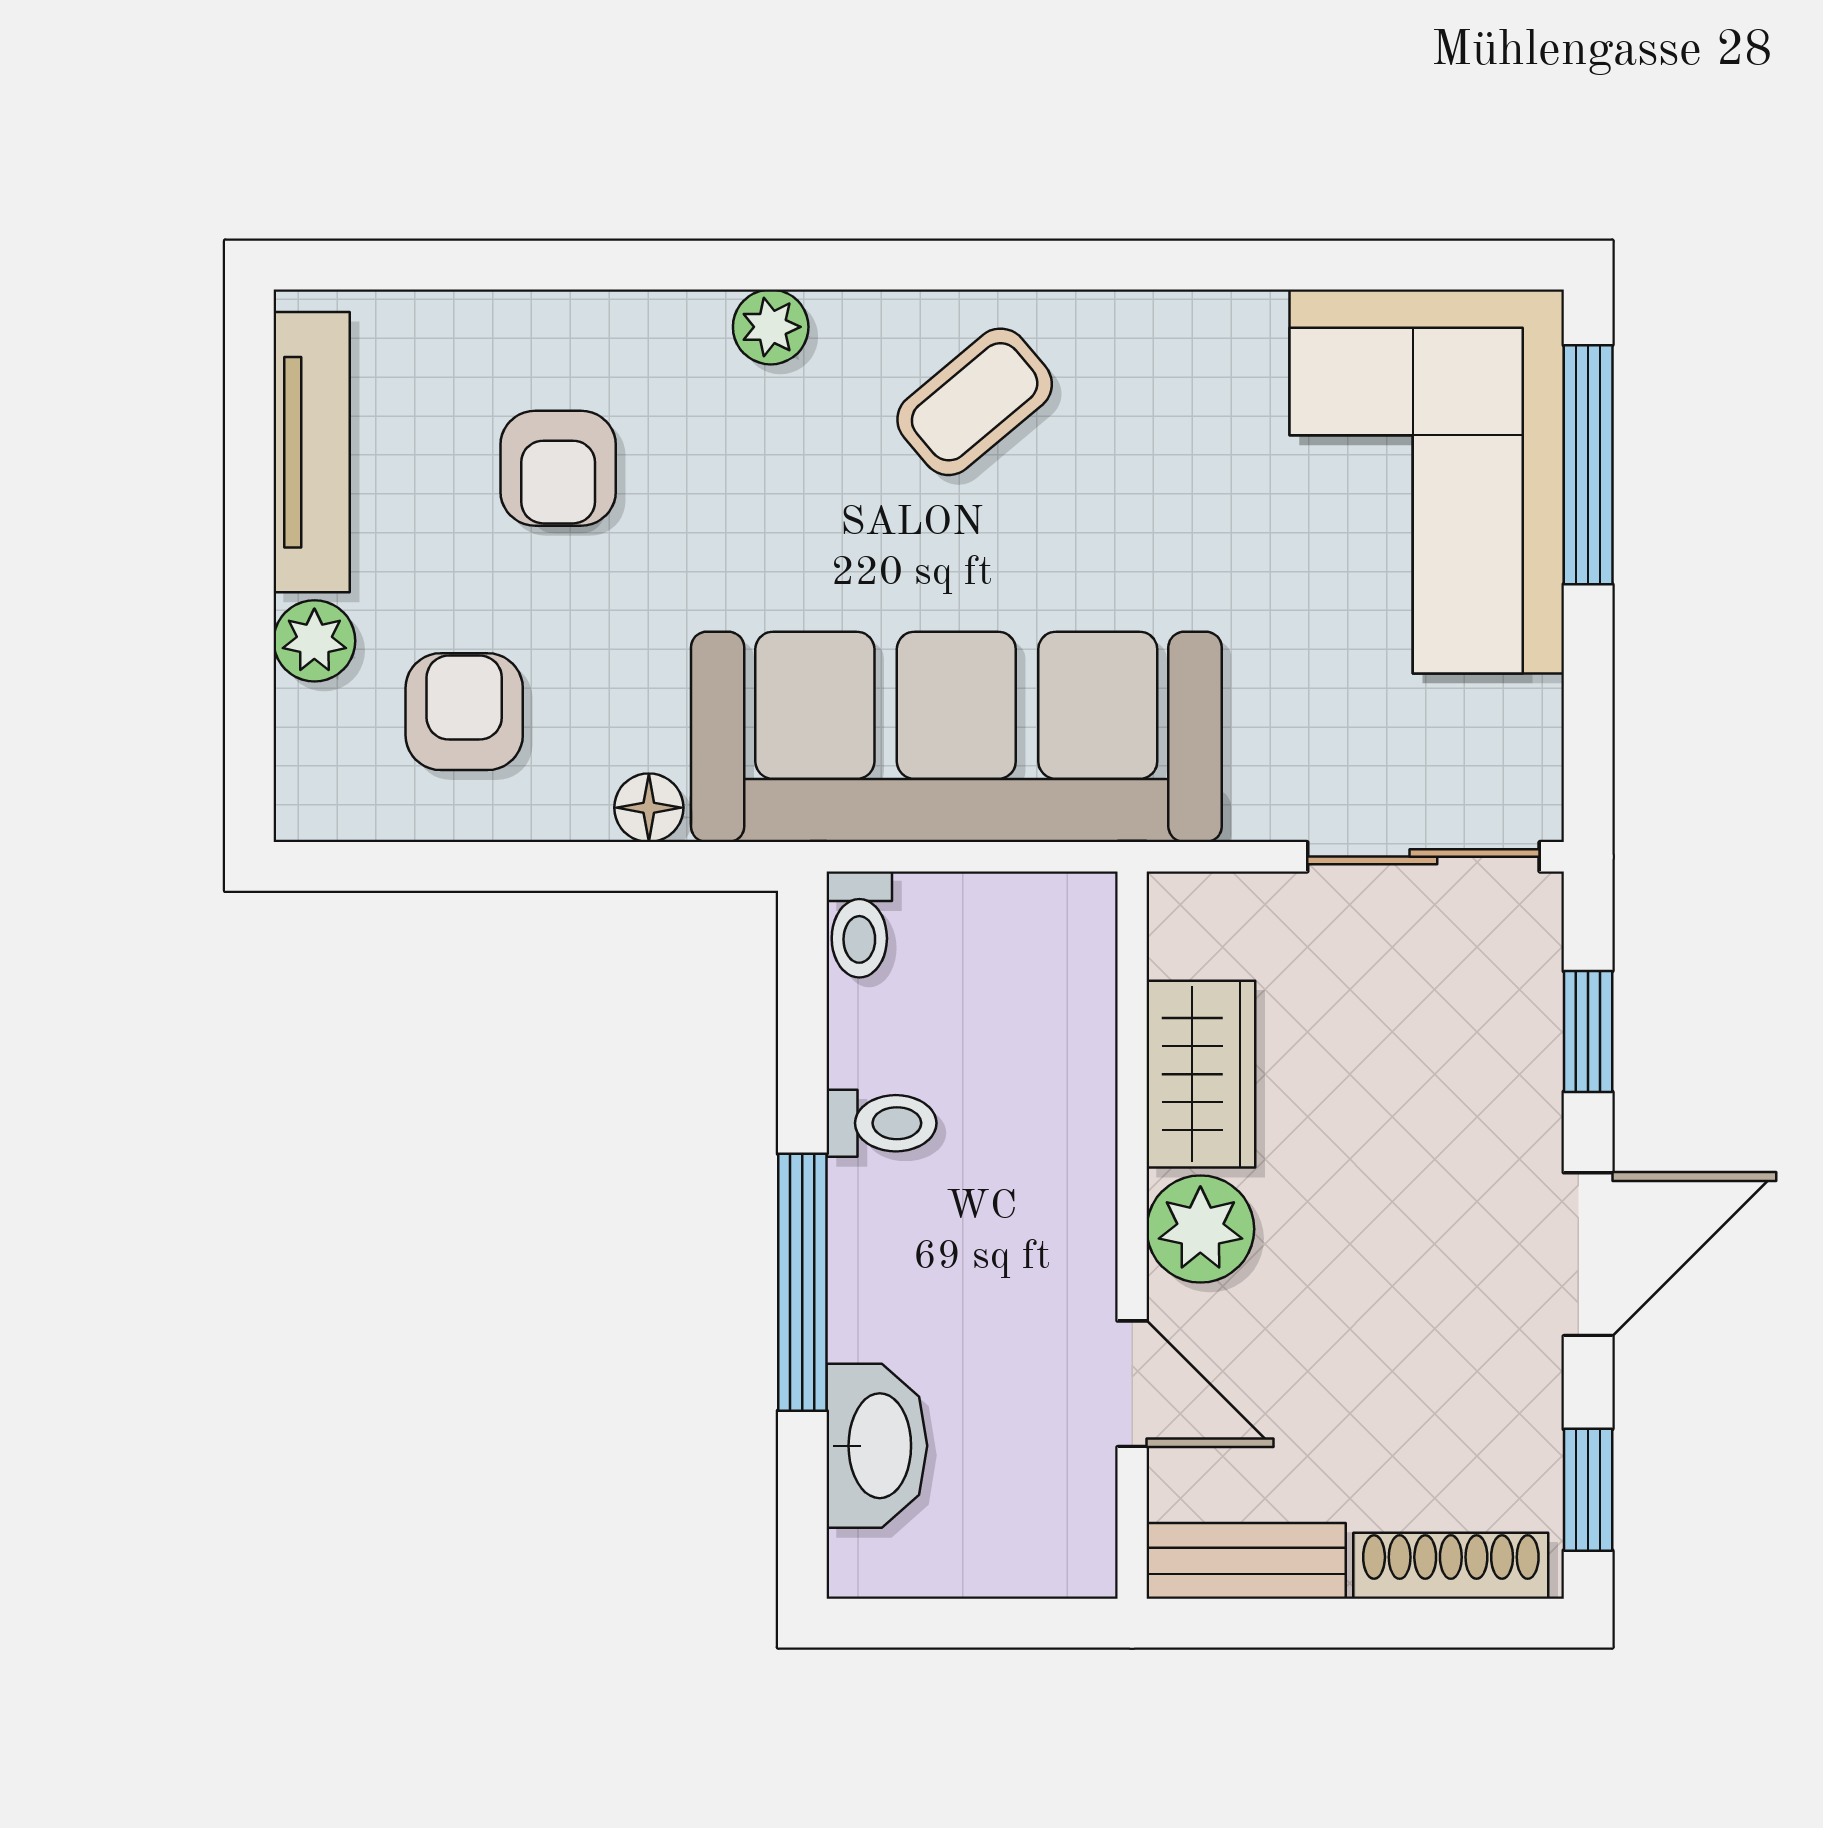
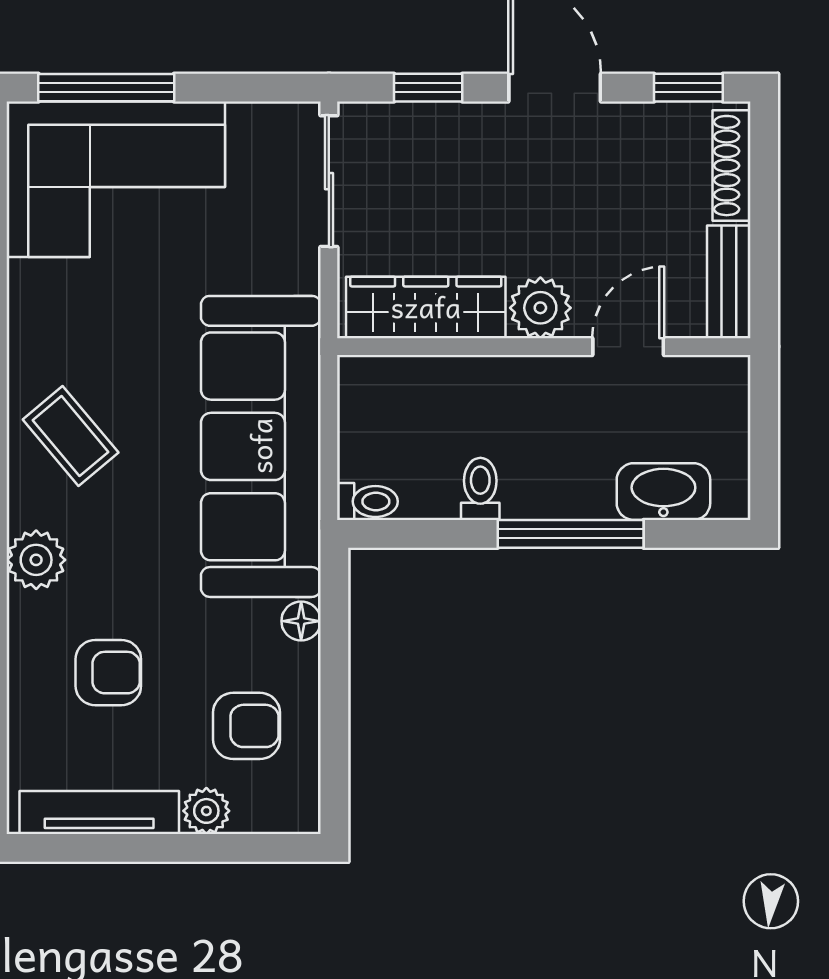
plant: (771, 327) -> (36, 560), width x1.38, depth x1.38
armchair: (464, 712) -> (247, 726), turned 180
wardrobe: (1201, 1074) -> (426, 307), width x1.50

